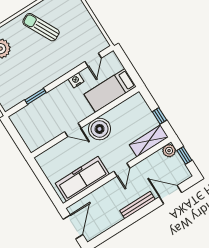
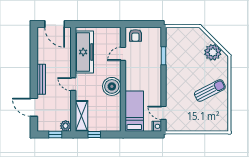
nightstand: (76, 80) -> (157, 126), moved
door: (73, 130) -> (123, 54), moved
armchair: (33, 138) -> (135, 35), added
door: (170, 195) -> (34, 107), swing flipped

